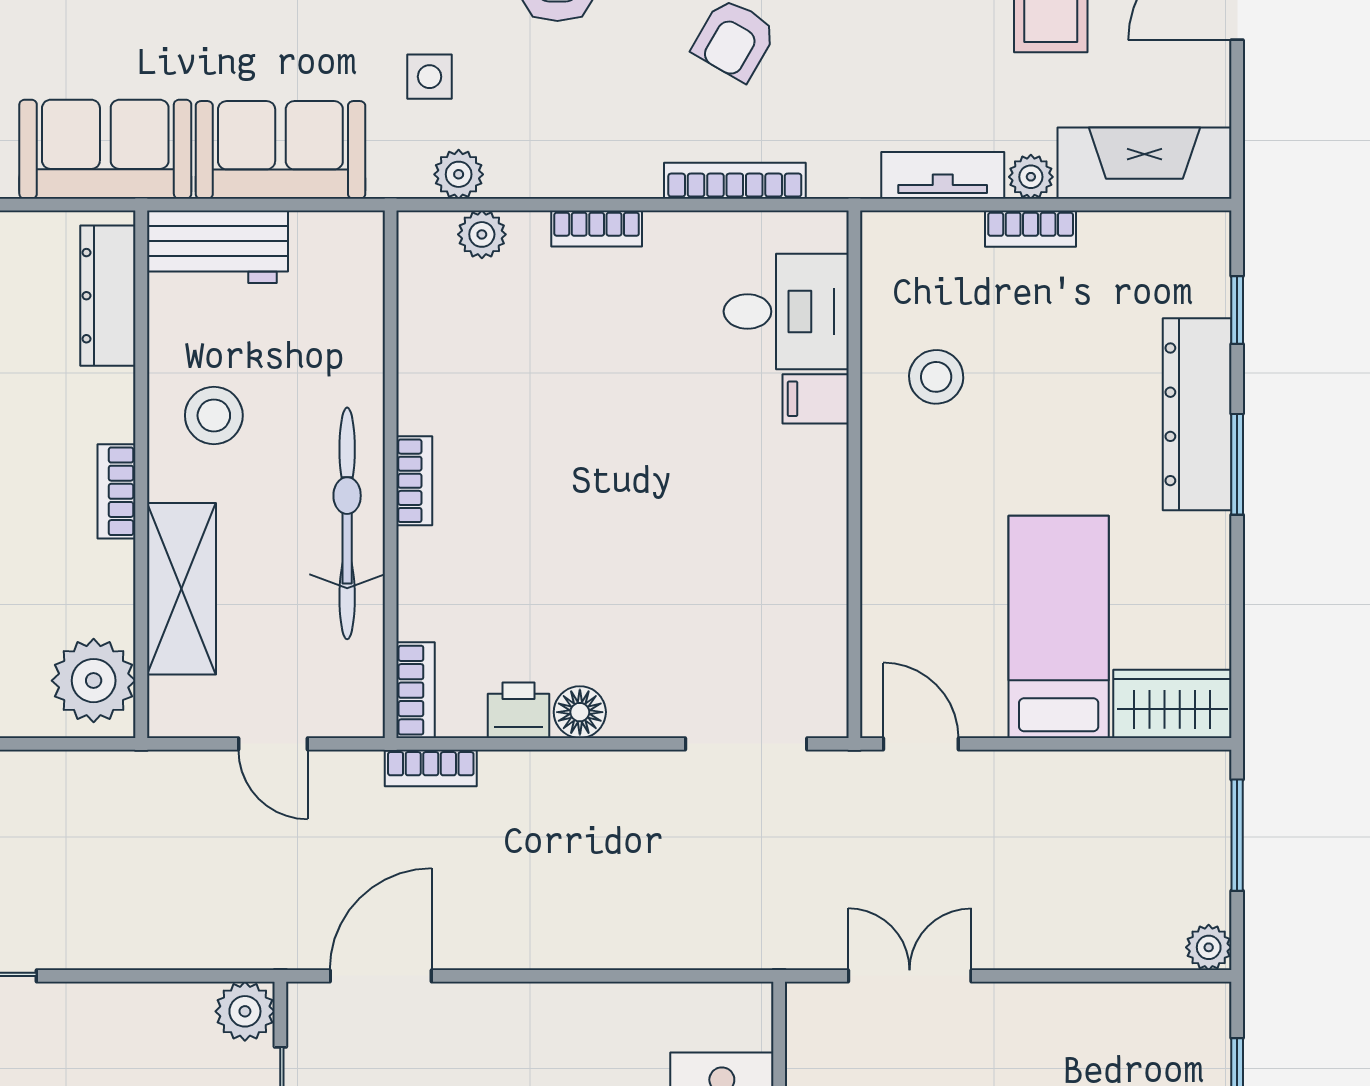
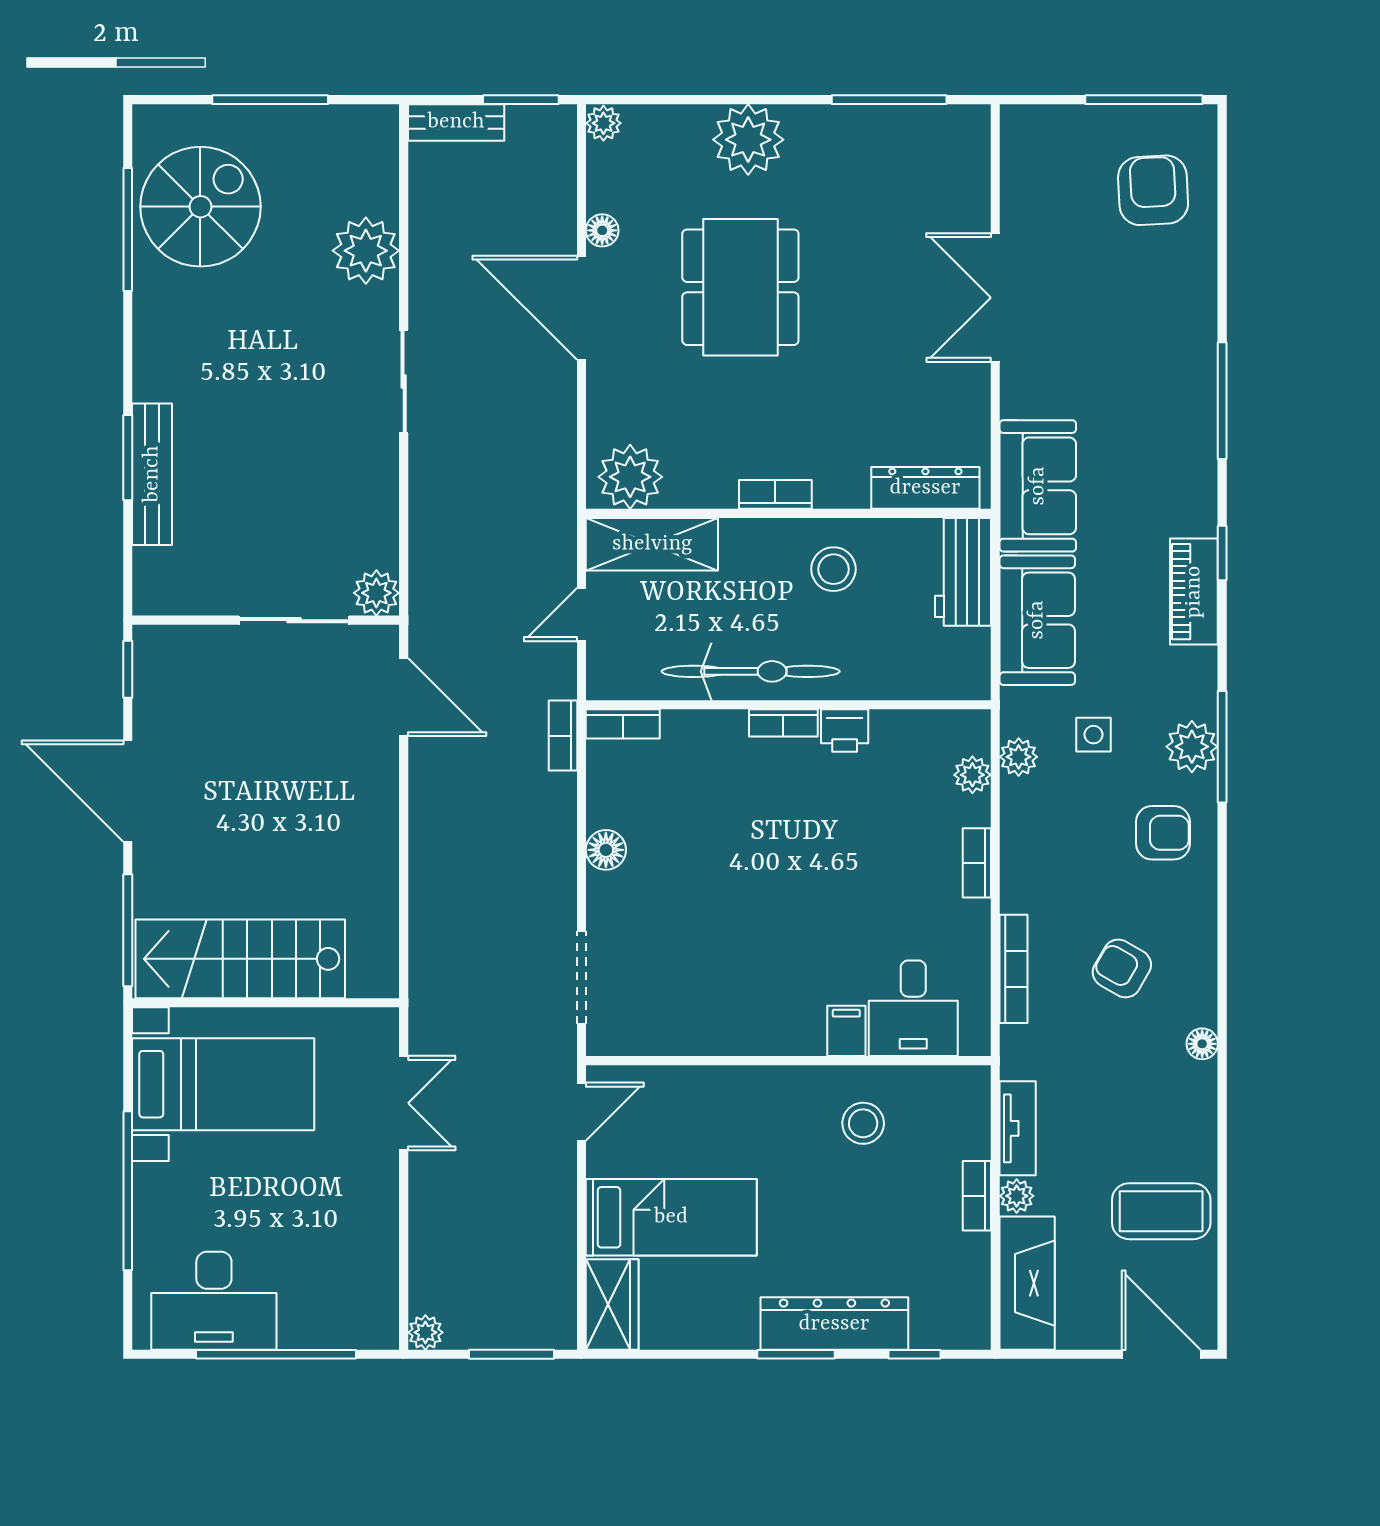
shelving: (181, 589) -> (652, 544), moved
printer: (519, 710) -> (845, 731), moved, turned 90

